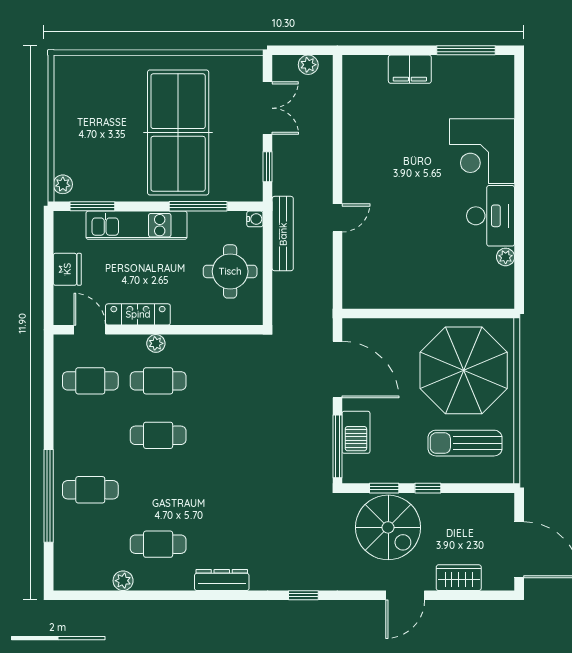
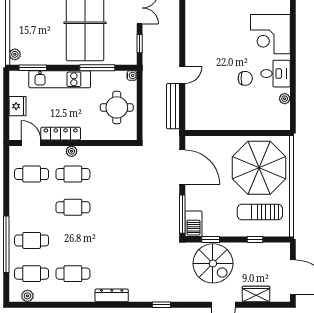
desk: (491, 216) -> (276, 74), width x0.73
chair: (441, 224) -> (245, 78), added
bench: (283, 234) -> (173, 106), moved
barbecue: (356, 432) -> (193, 224), moved
window: (428, 488) -> (255, 239), moved
cafe table: (90, 544) -> (32, 274), added
plant: (123, 581) -> (27, 296), moved

